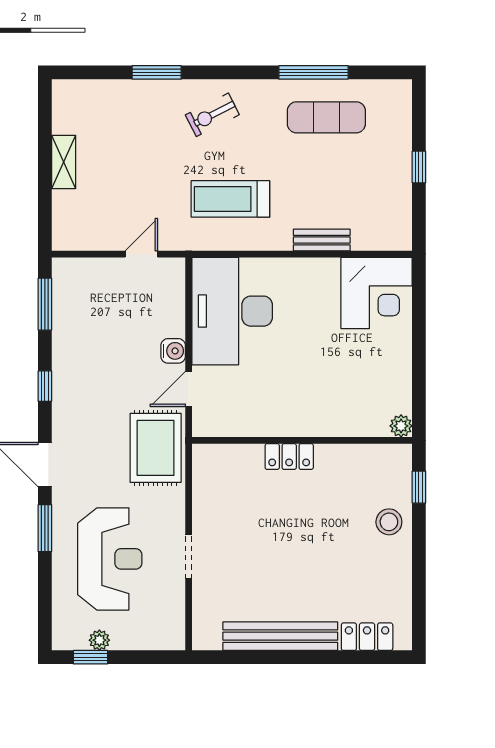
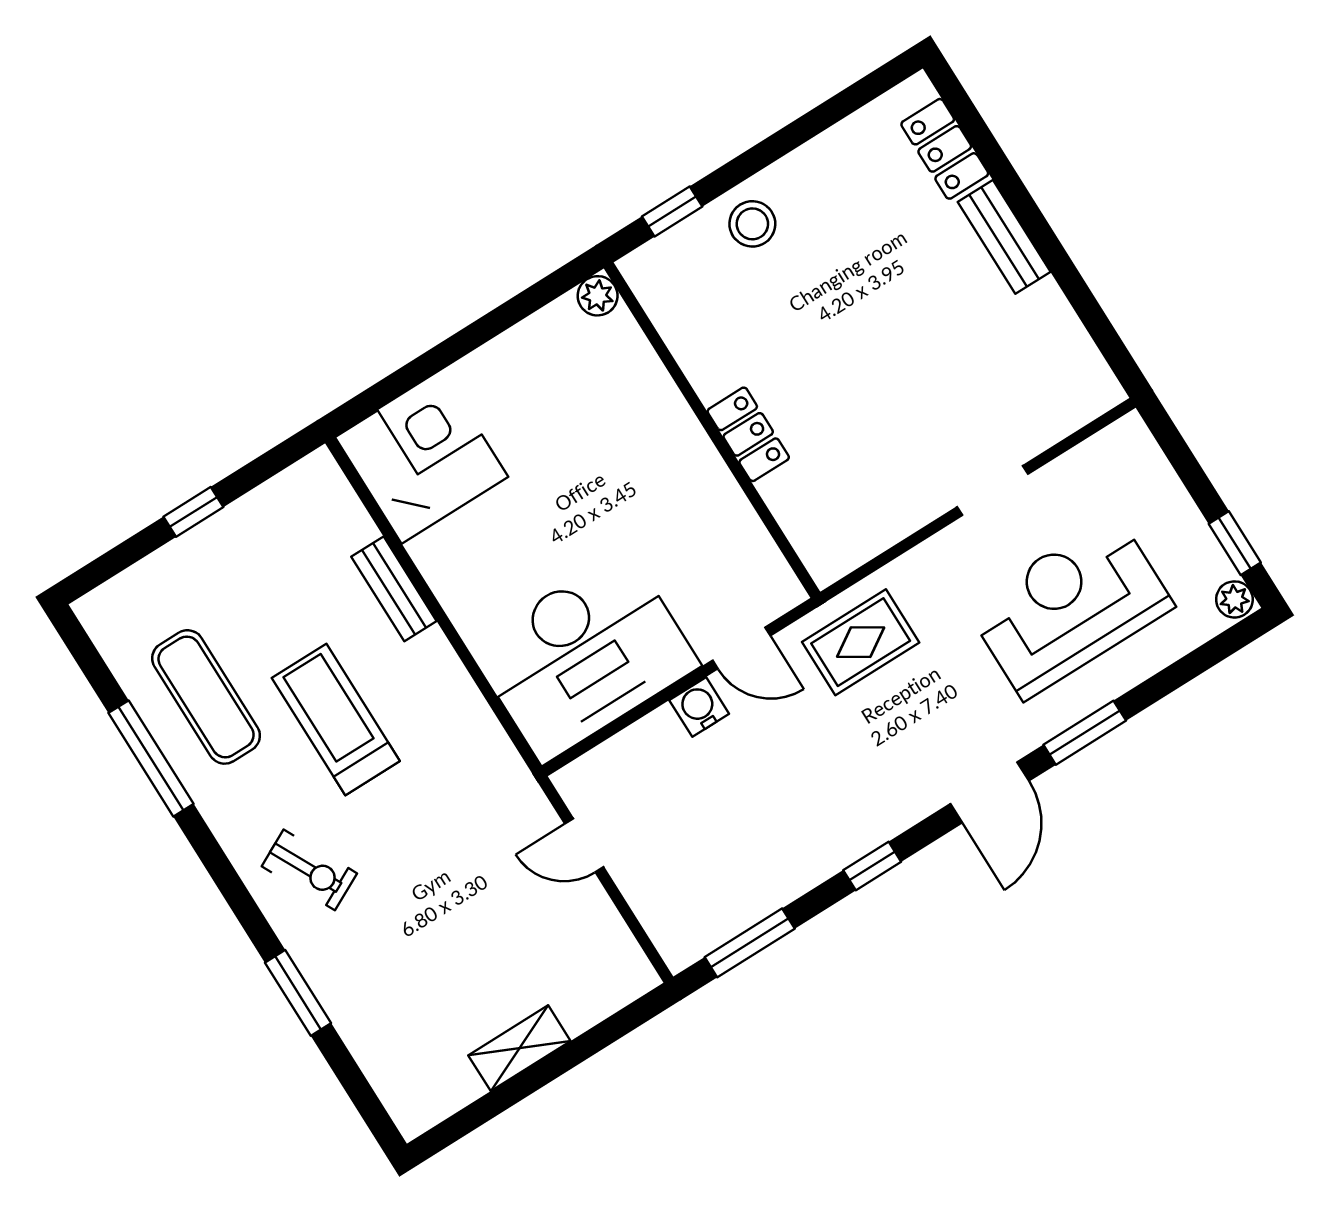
treadmill: (230, 199) -> (336, 720), moved, turned 180
rug: (156, 448) -> (861, 642), width x0.73, depth x0.70
bench: (280, 636) -> (1004, 237), width x0.54, depth x0.82
plant: (99, 640) -> (1234, 599), moved

